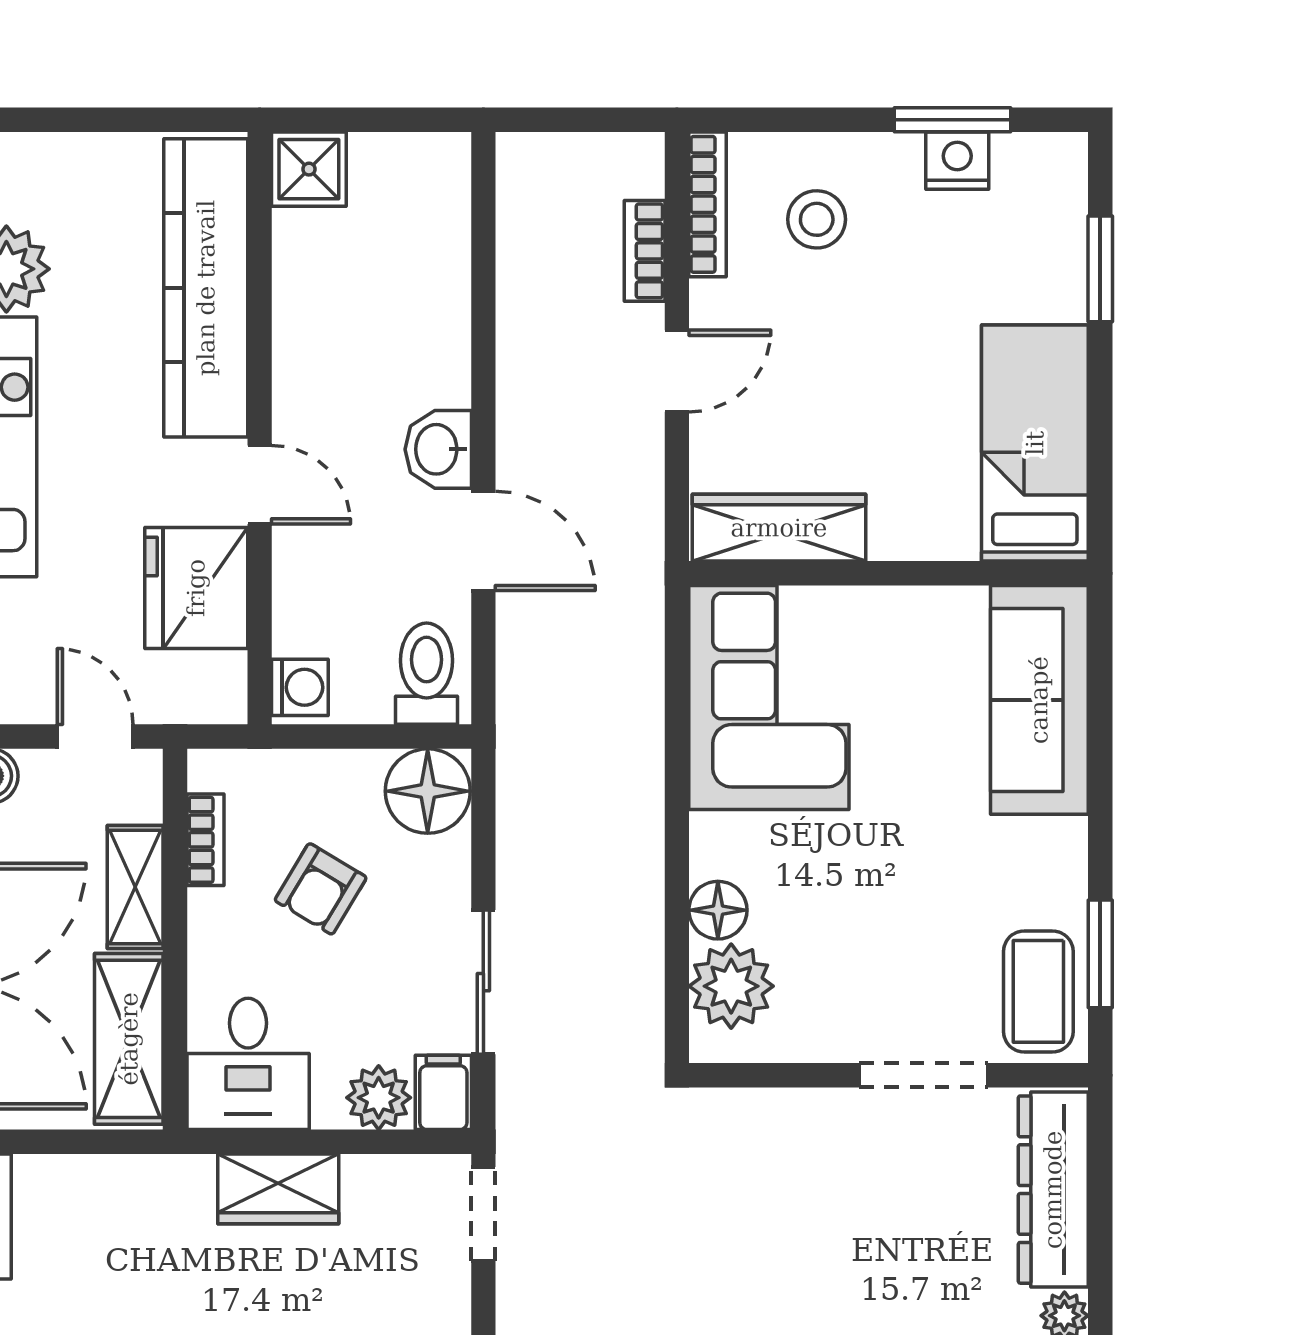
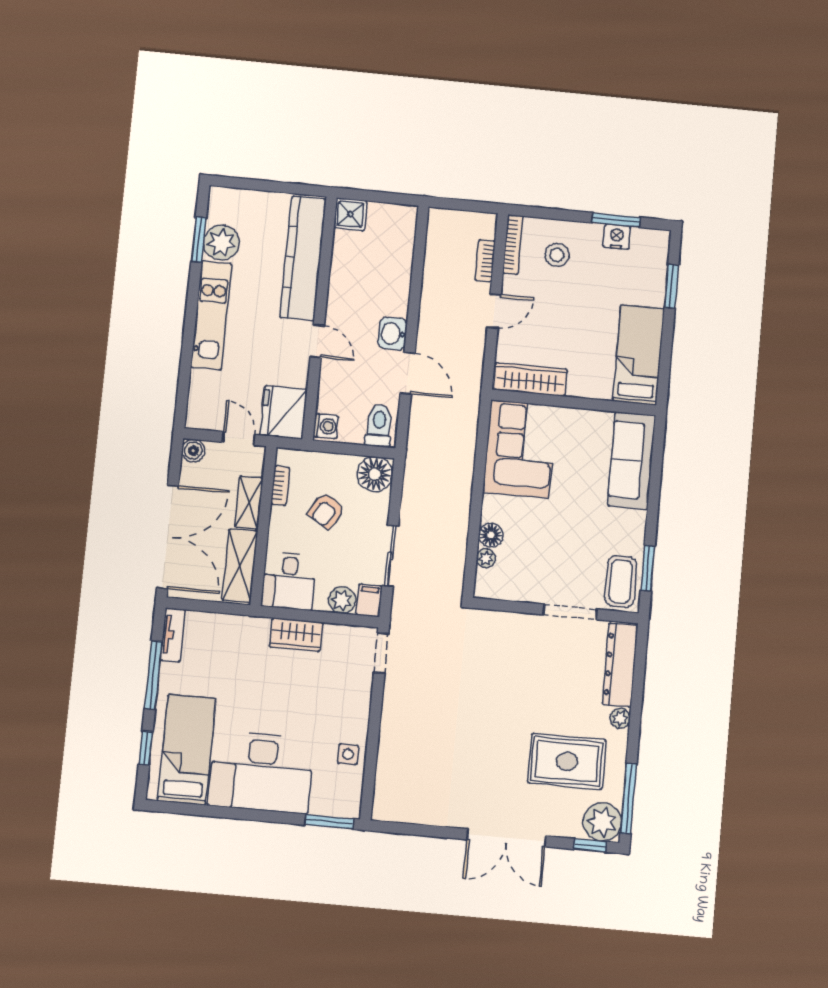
fridge: (196, 588) -> (284, 412), moved
plant: (731, 986) -> (486, 558), width x0.53, depth x0.53

